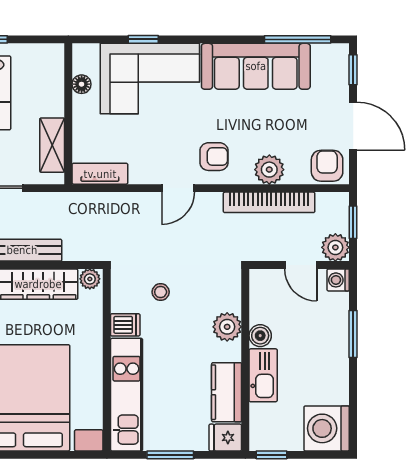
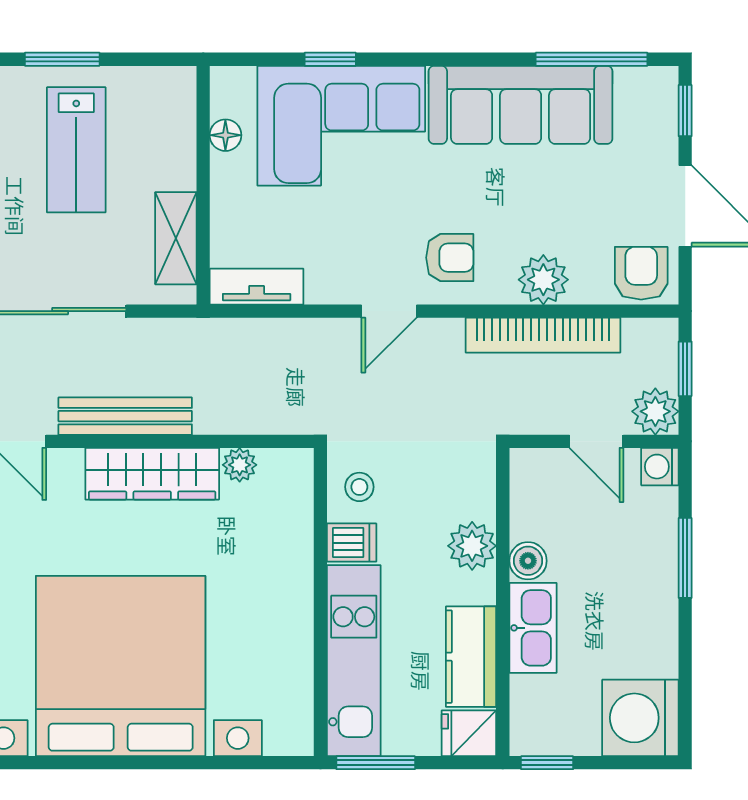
dishwasher: (125, 325) -> (352, 543), moved
wall: (107, 360) -> (320, 602), moved
kitchen unit: (127, 395) -> (354, 661), moved

